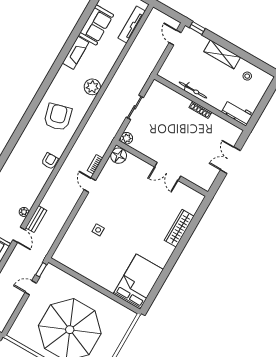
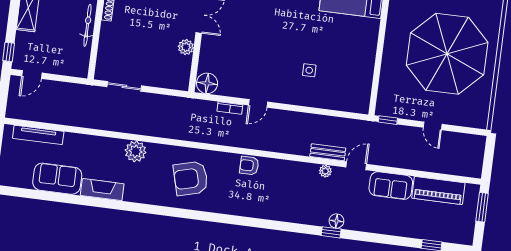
sliding door: (135, 107) -> (124, 86), moved
plant: (127, 138) -> (186, 47), moved
door: (31, 288) -> (433, 126), moved

